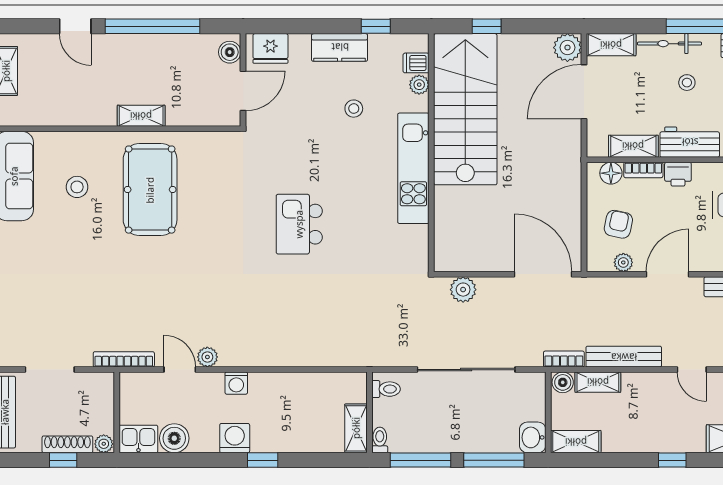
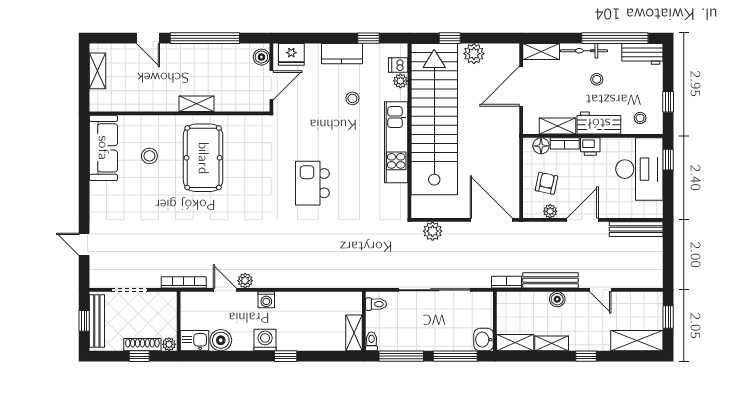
plant: (567, 48) -> (474, 54), moved
stairs: (465, 109) -> (434, 119), width x1.36
boiler: (563, 382) -> (557, 299), moved
shelving: (598, 382) -> (552, 343), moved

